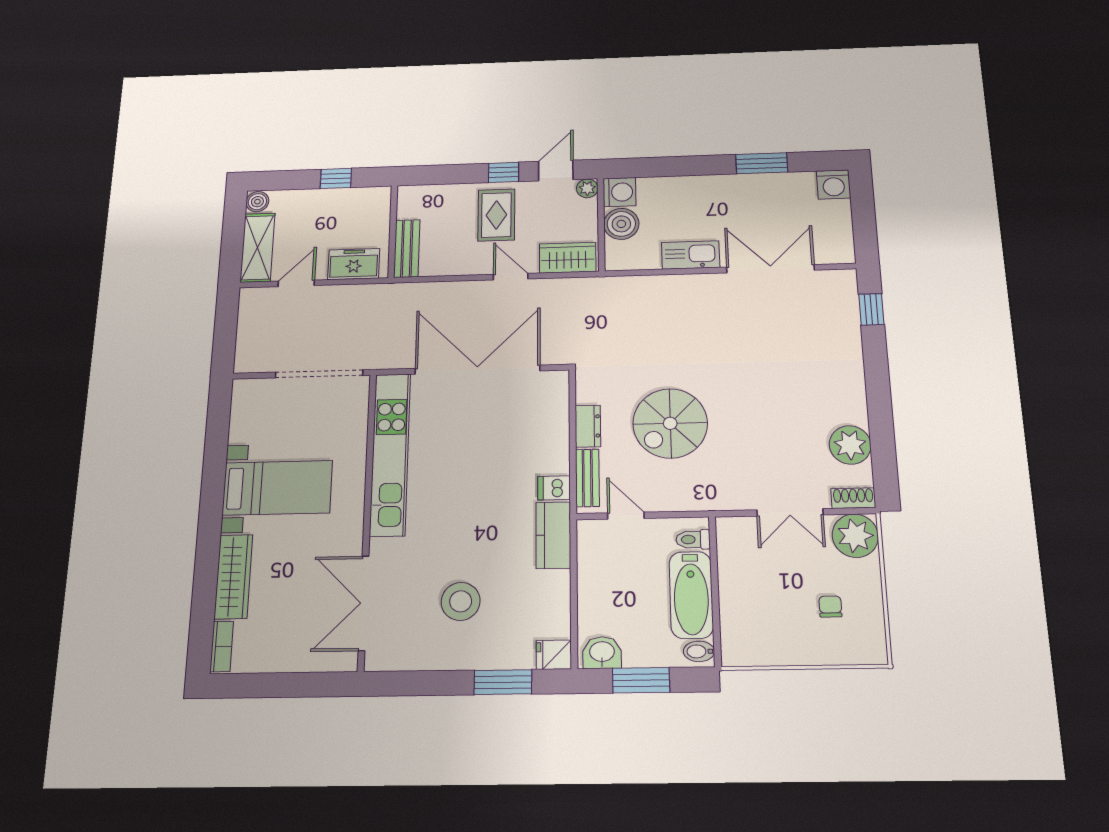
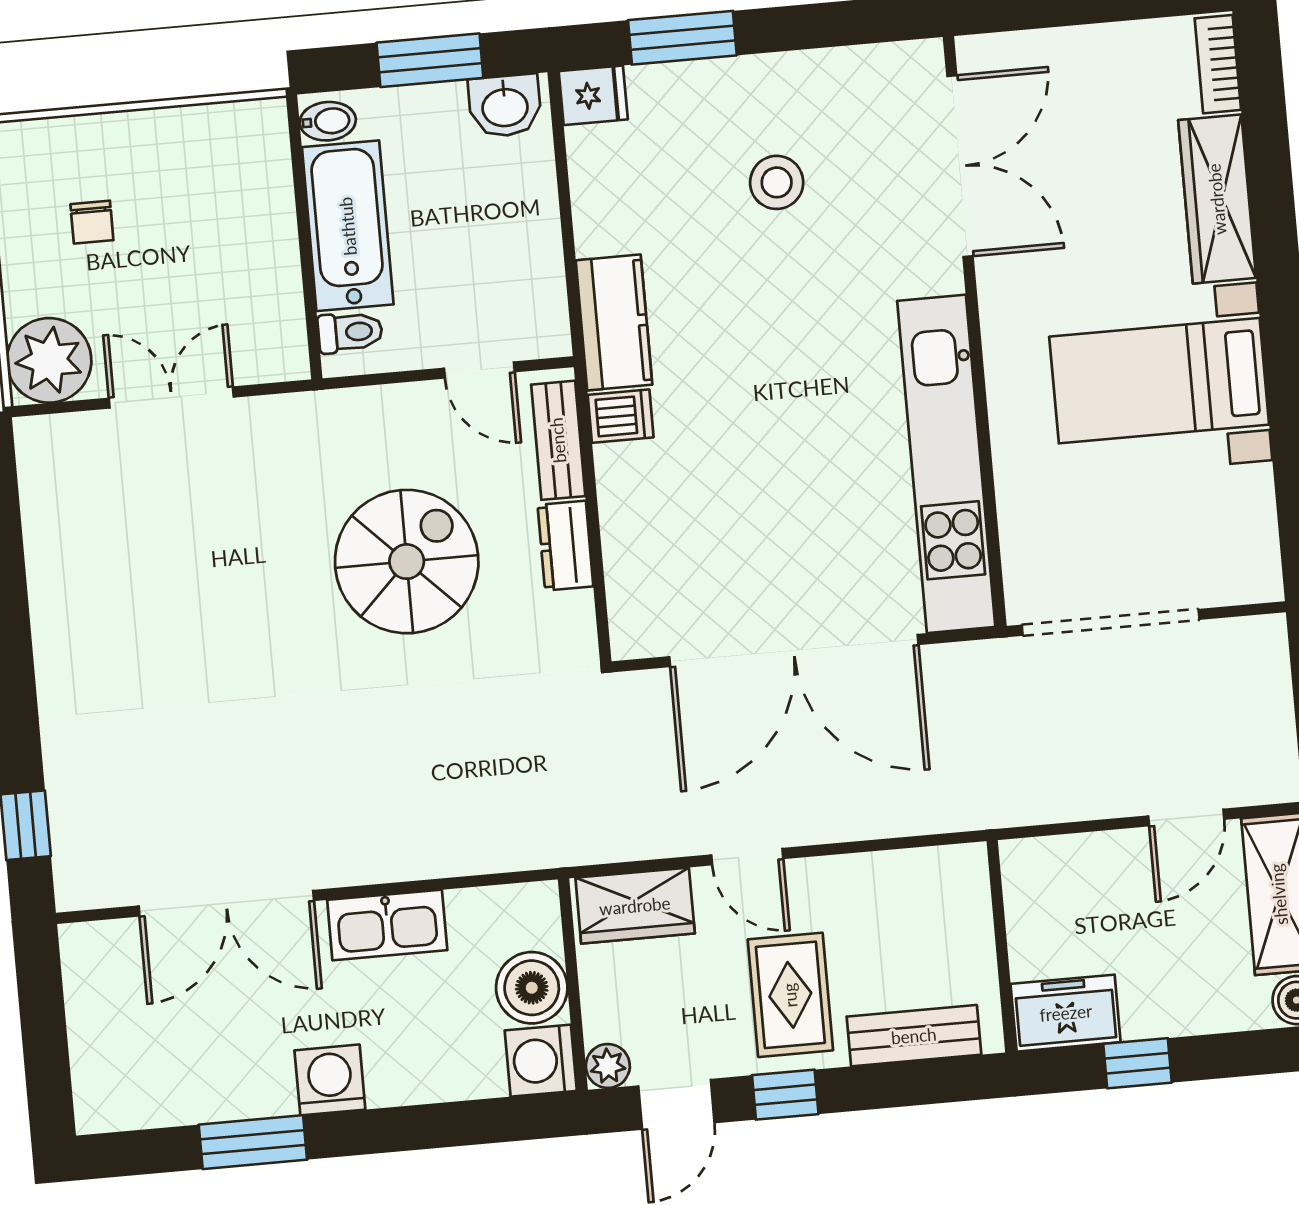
washing machine: (834, 185) -> (330, 1080), moved
bench: (407, 249) -> (914, 1036), moved, turned 90
freezer: (354, 264) -> (1066, 1013), moved, turned 180
plant: (850, 445) -> (62, 539), removed
shoe rack: (853, 498) -> (54, 433), removed
stool: (461, 601) -> (777, 182), width x0.73, depth x0.73

